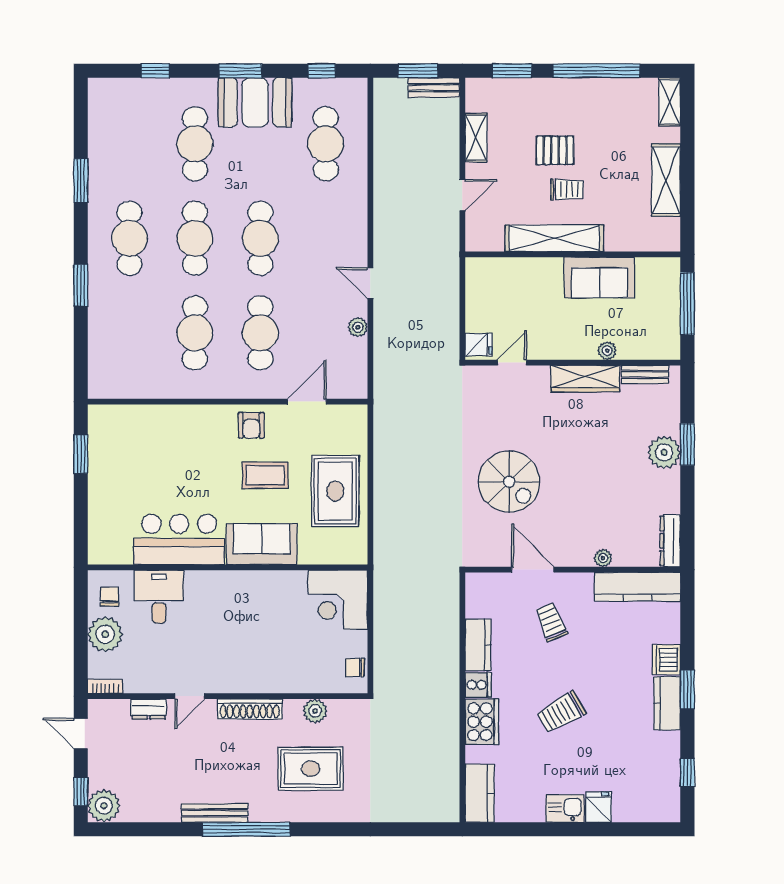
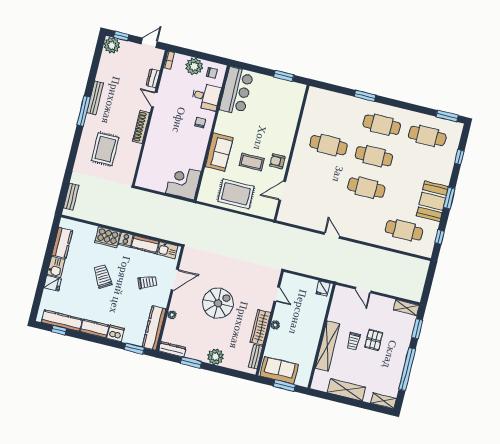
window: (418, 71) -> (428, 283), removed
bench: (434, 88) -> (71, 196), moved
shelving: (476, 138) -> (406, 308), moved
cafe table: (195, 144) -> (427, 136), moved
window: (81, 181) -> (447, 116), moved
shelving: (554, 238) -> (327, 346), moved
sofa: (599, 277) -> (279, 370), moved, turned 90
door: (370, 283) -> (332, 235), hinge flipped
window: (687, 304) -> (284, 385), width x0.69
plant: (358, 327) -> (312, 224), removed
cafe table: (260, 333) -> (321, 177), removed
fridge: (479, 345) -> (323, 288), moved
plant: (607, 351) -> (275, 325), moved
door: (307, 402) -> (282, 191), swing flipped
window: (687, 444) -> (191, 363), moved
coffee table: (265, 475) -> (252, 162), turned 90
spiral stairs: (509, 482) -> (218, 303), moved, turned 180
bar counter: (179, 539) -> (236, 91), moved
kitchen sink: (479, 598) -> (167, 250), added
chair: (355, 667) -> (200, 123), moved
window: (687, 689) -> (134, 349), moved
plant: (315, 711) -> (132, 158), removed
kitchen counter: (667, 771) -> (62, 321), added
kitchen counter: (480, 793) -> (62, 243), moved, turned -90
window: (246, 829) -> (84, 111), width x0.68

